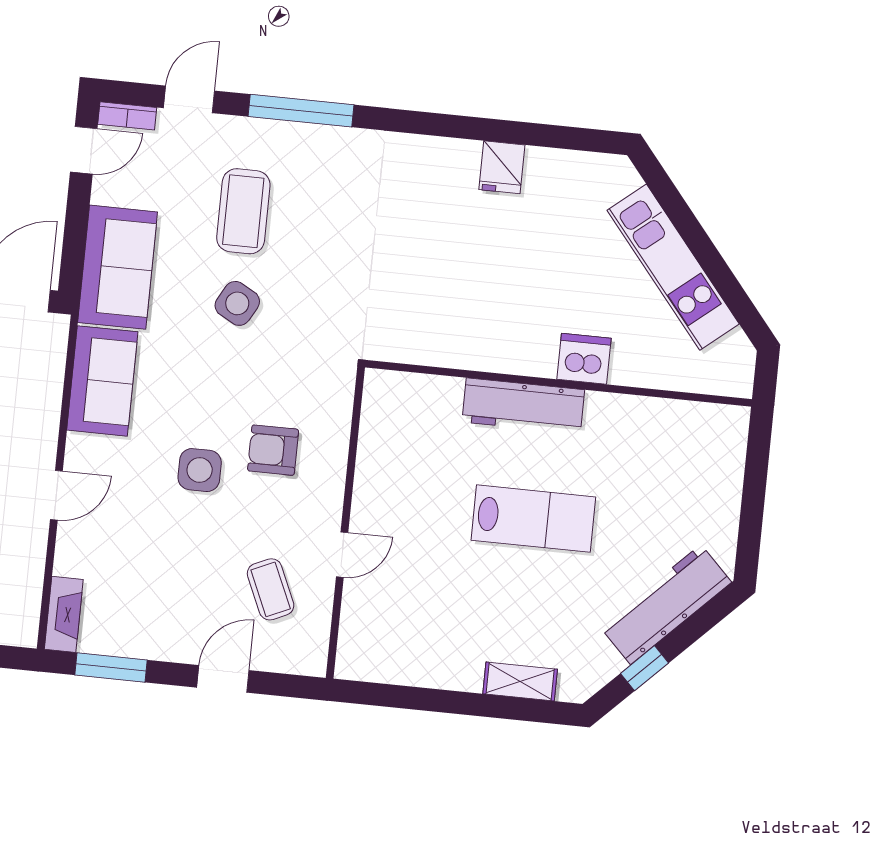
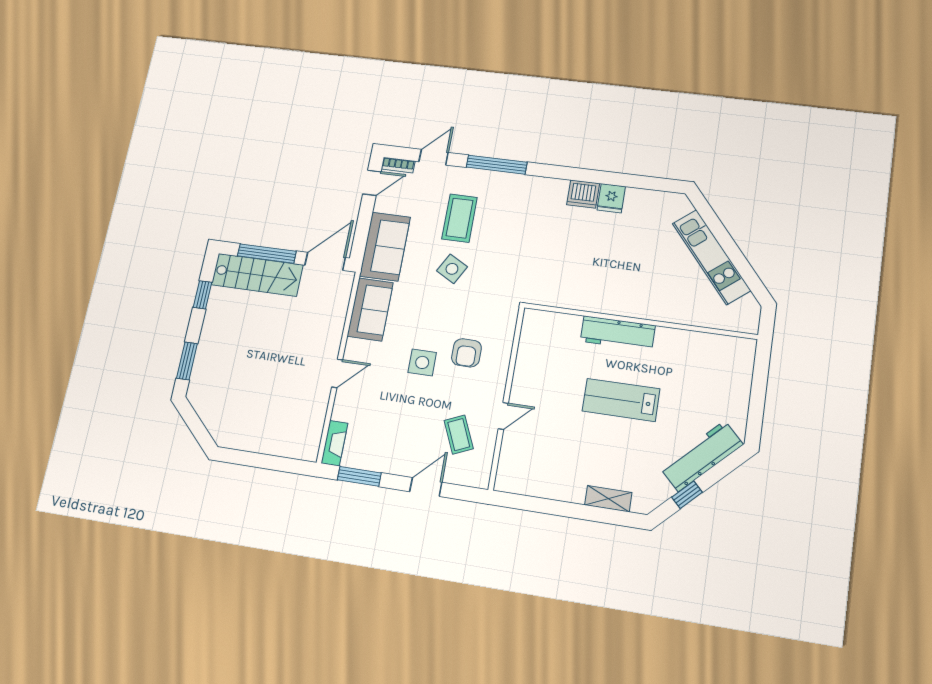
dishwasher: (584, 359) -> (583, 194), moved, turned 180
armchair: (273, 450) -> (466, 353), turned -90
lab bench: (533, 519) -> (621, 400), turned 180

